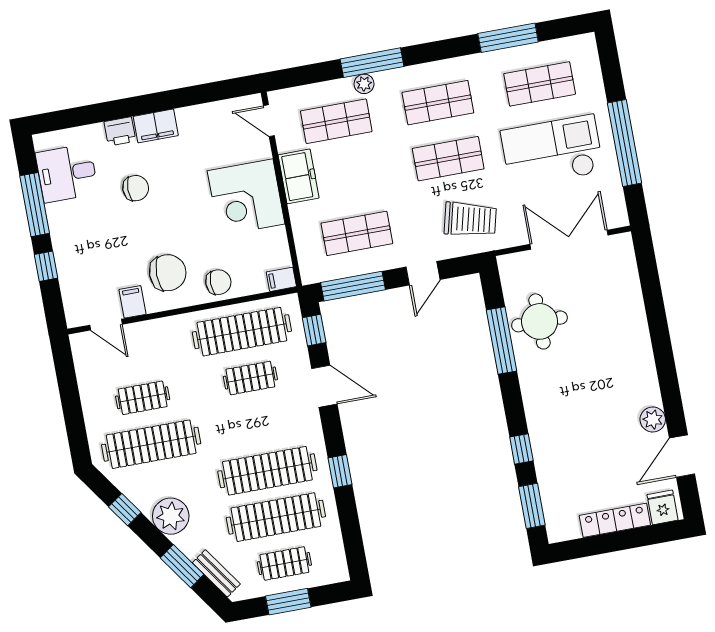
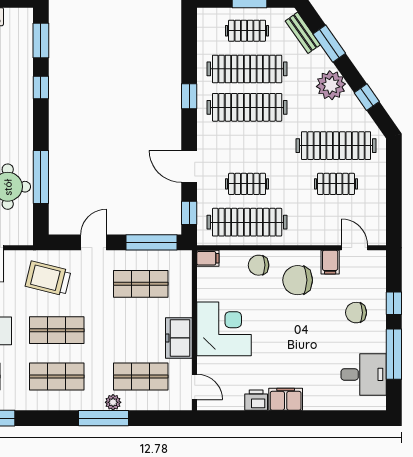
printer: (120, 131) -> (256, 400), moved
chair: (136, 188) -> (356, 313), moved

